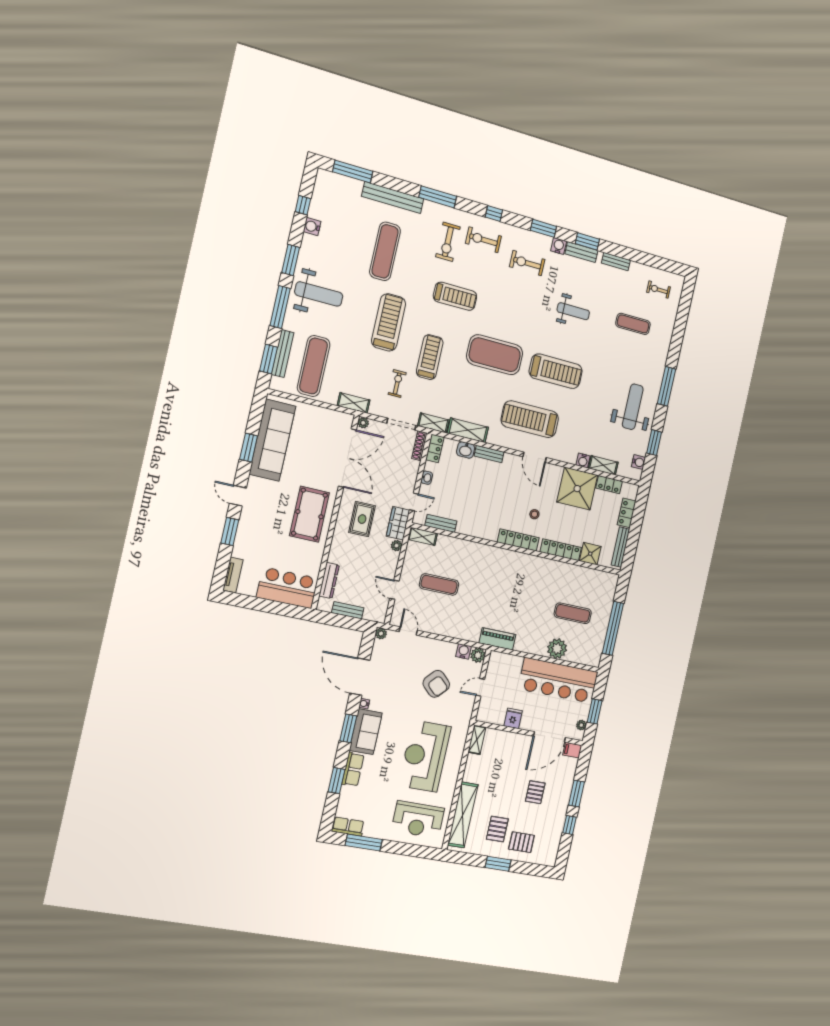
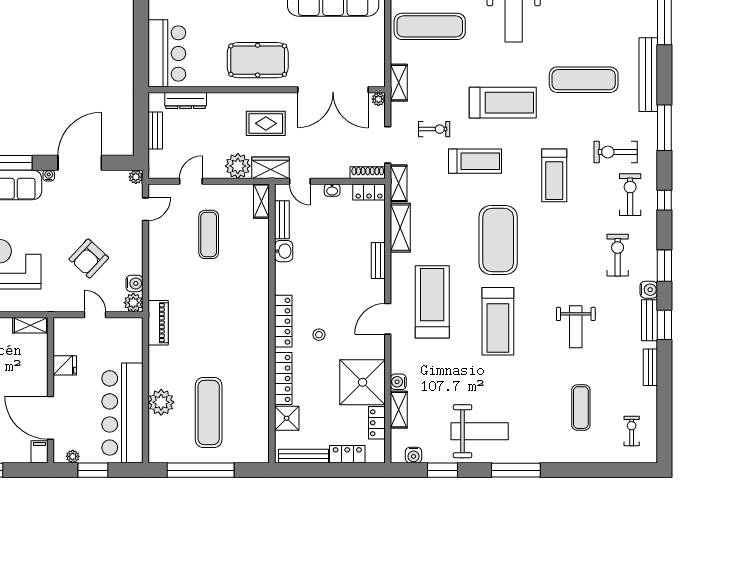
washbasin: (466, 450) -> (284, 251), moved, turned 180
plant: (396, 546) -> (238, 166), width x1.88, depth x1.88
exercise mat: (573, 613) -> (209, 412), width x1.36, depth x1.45

